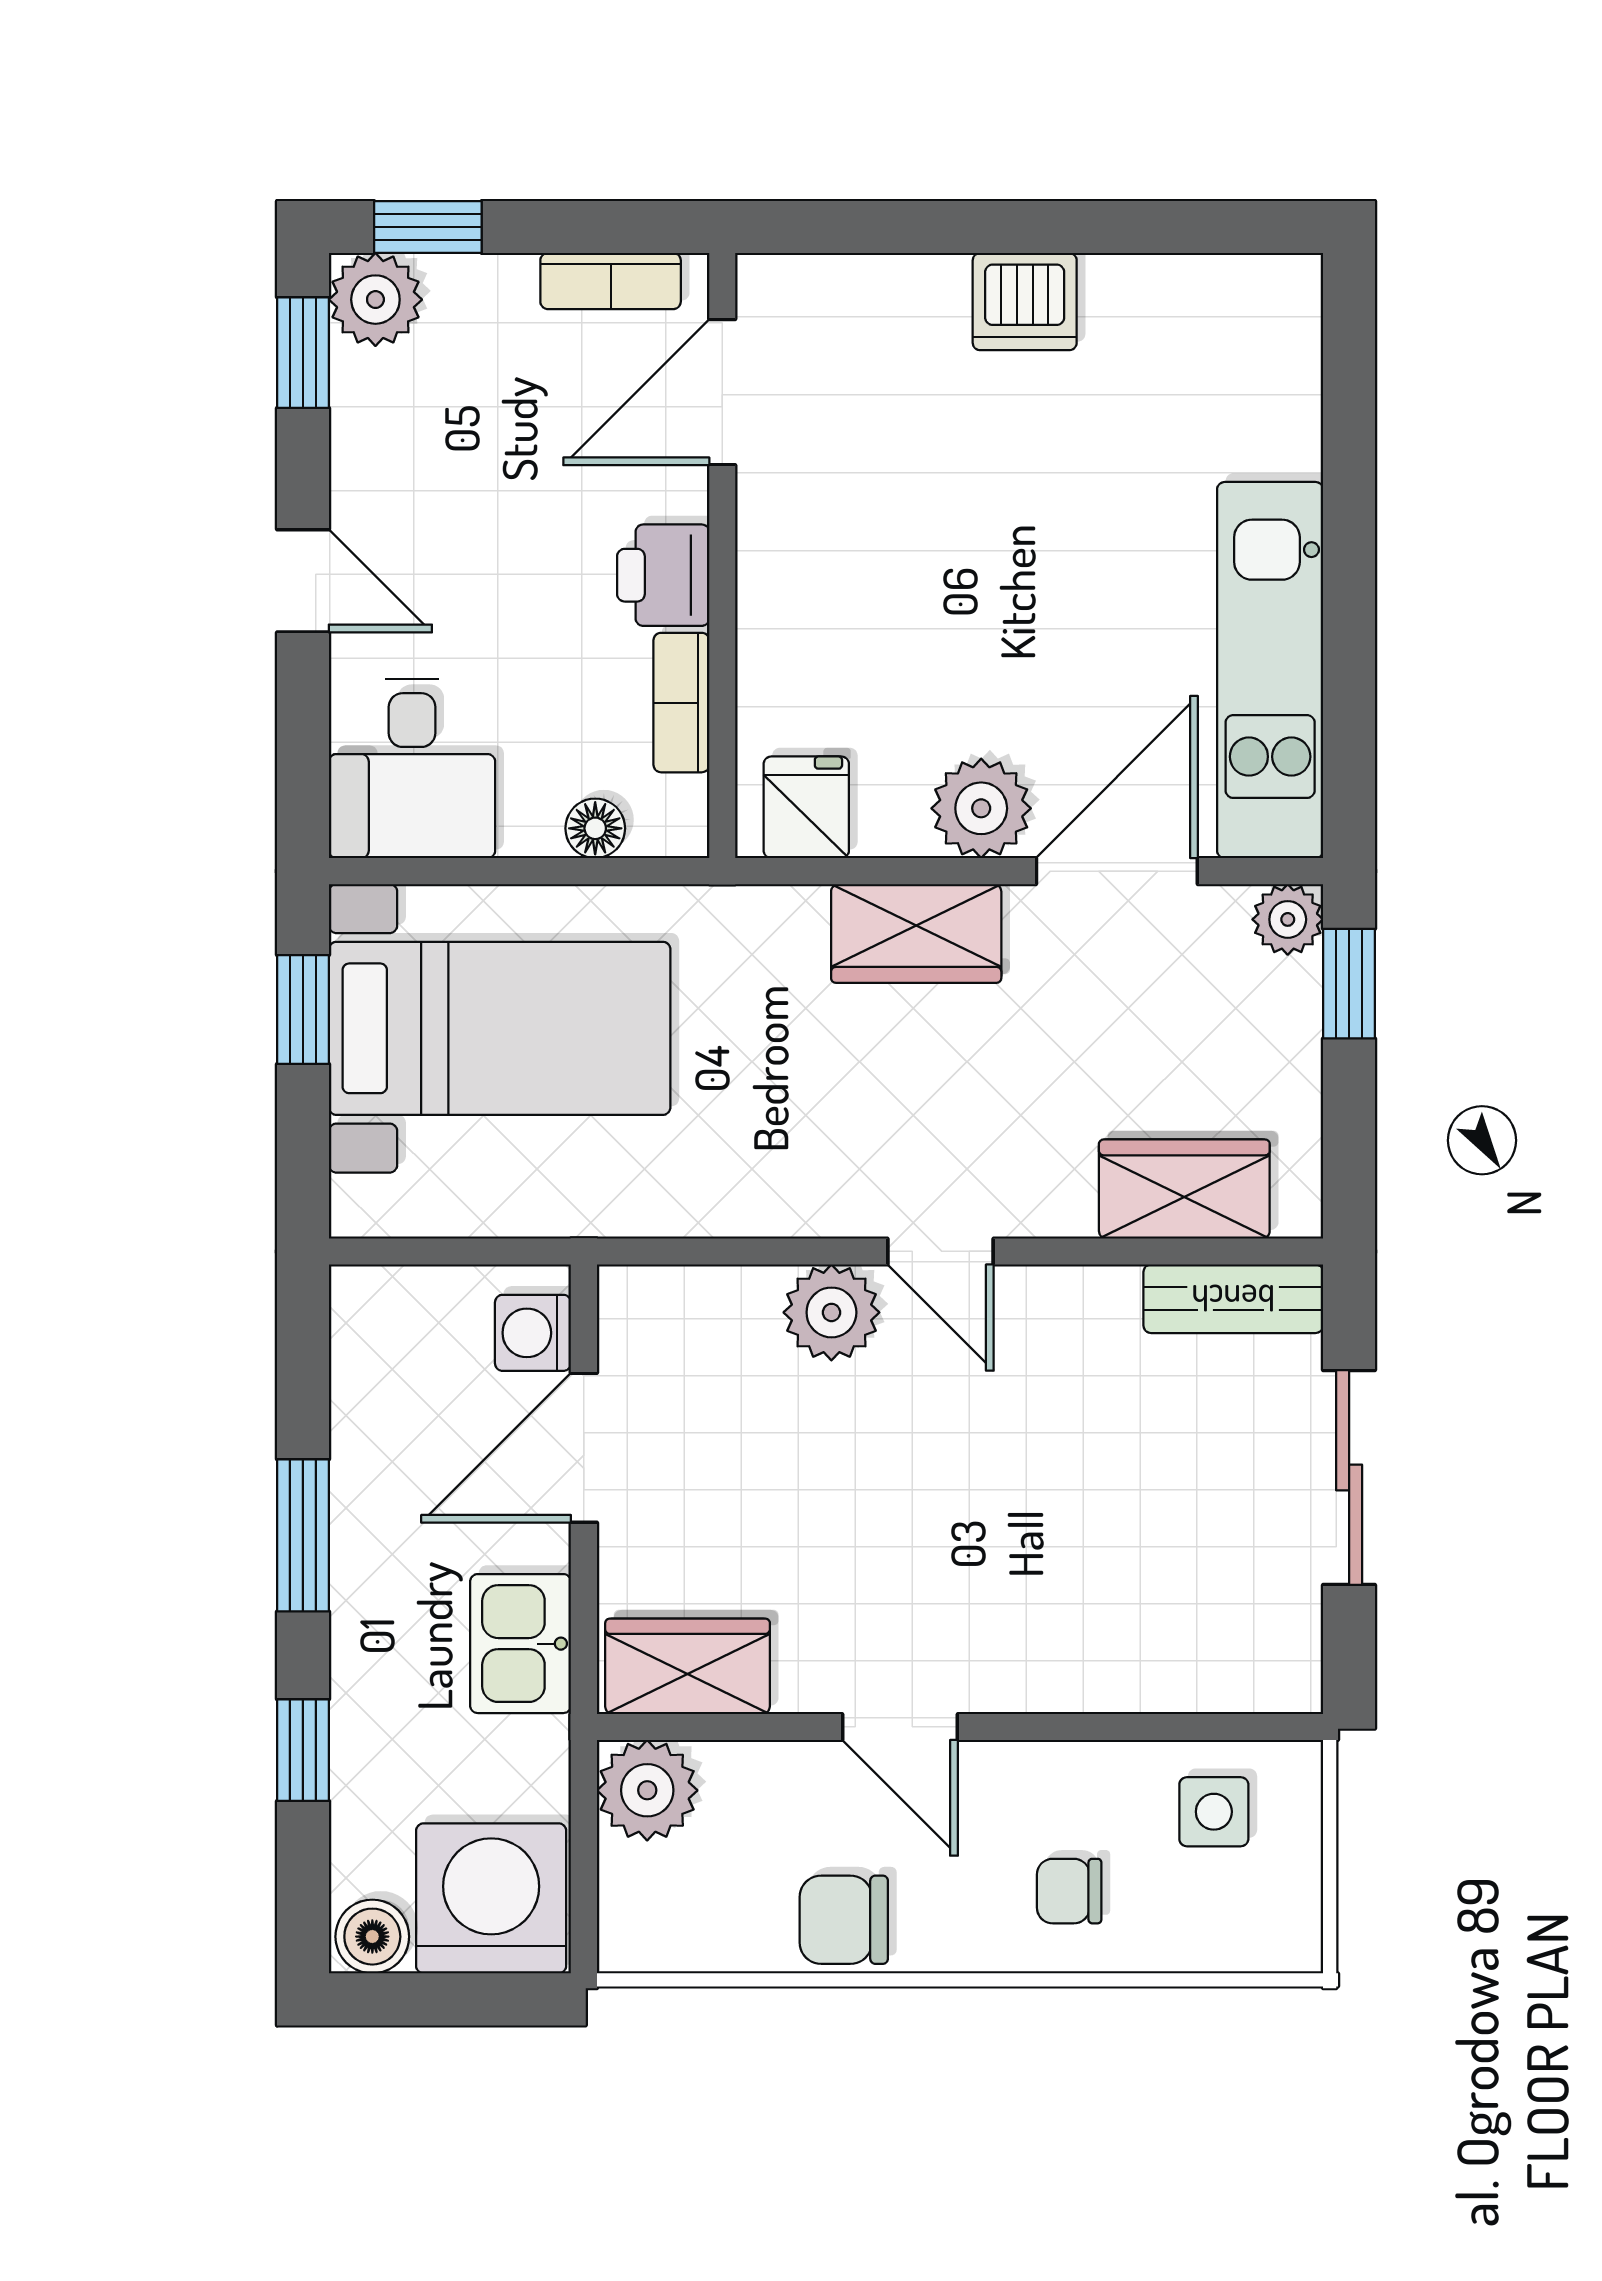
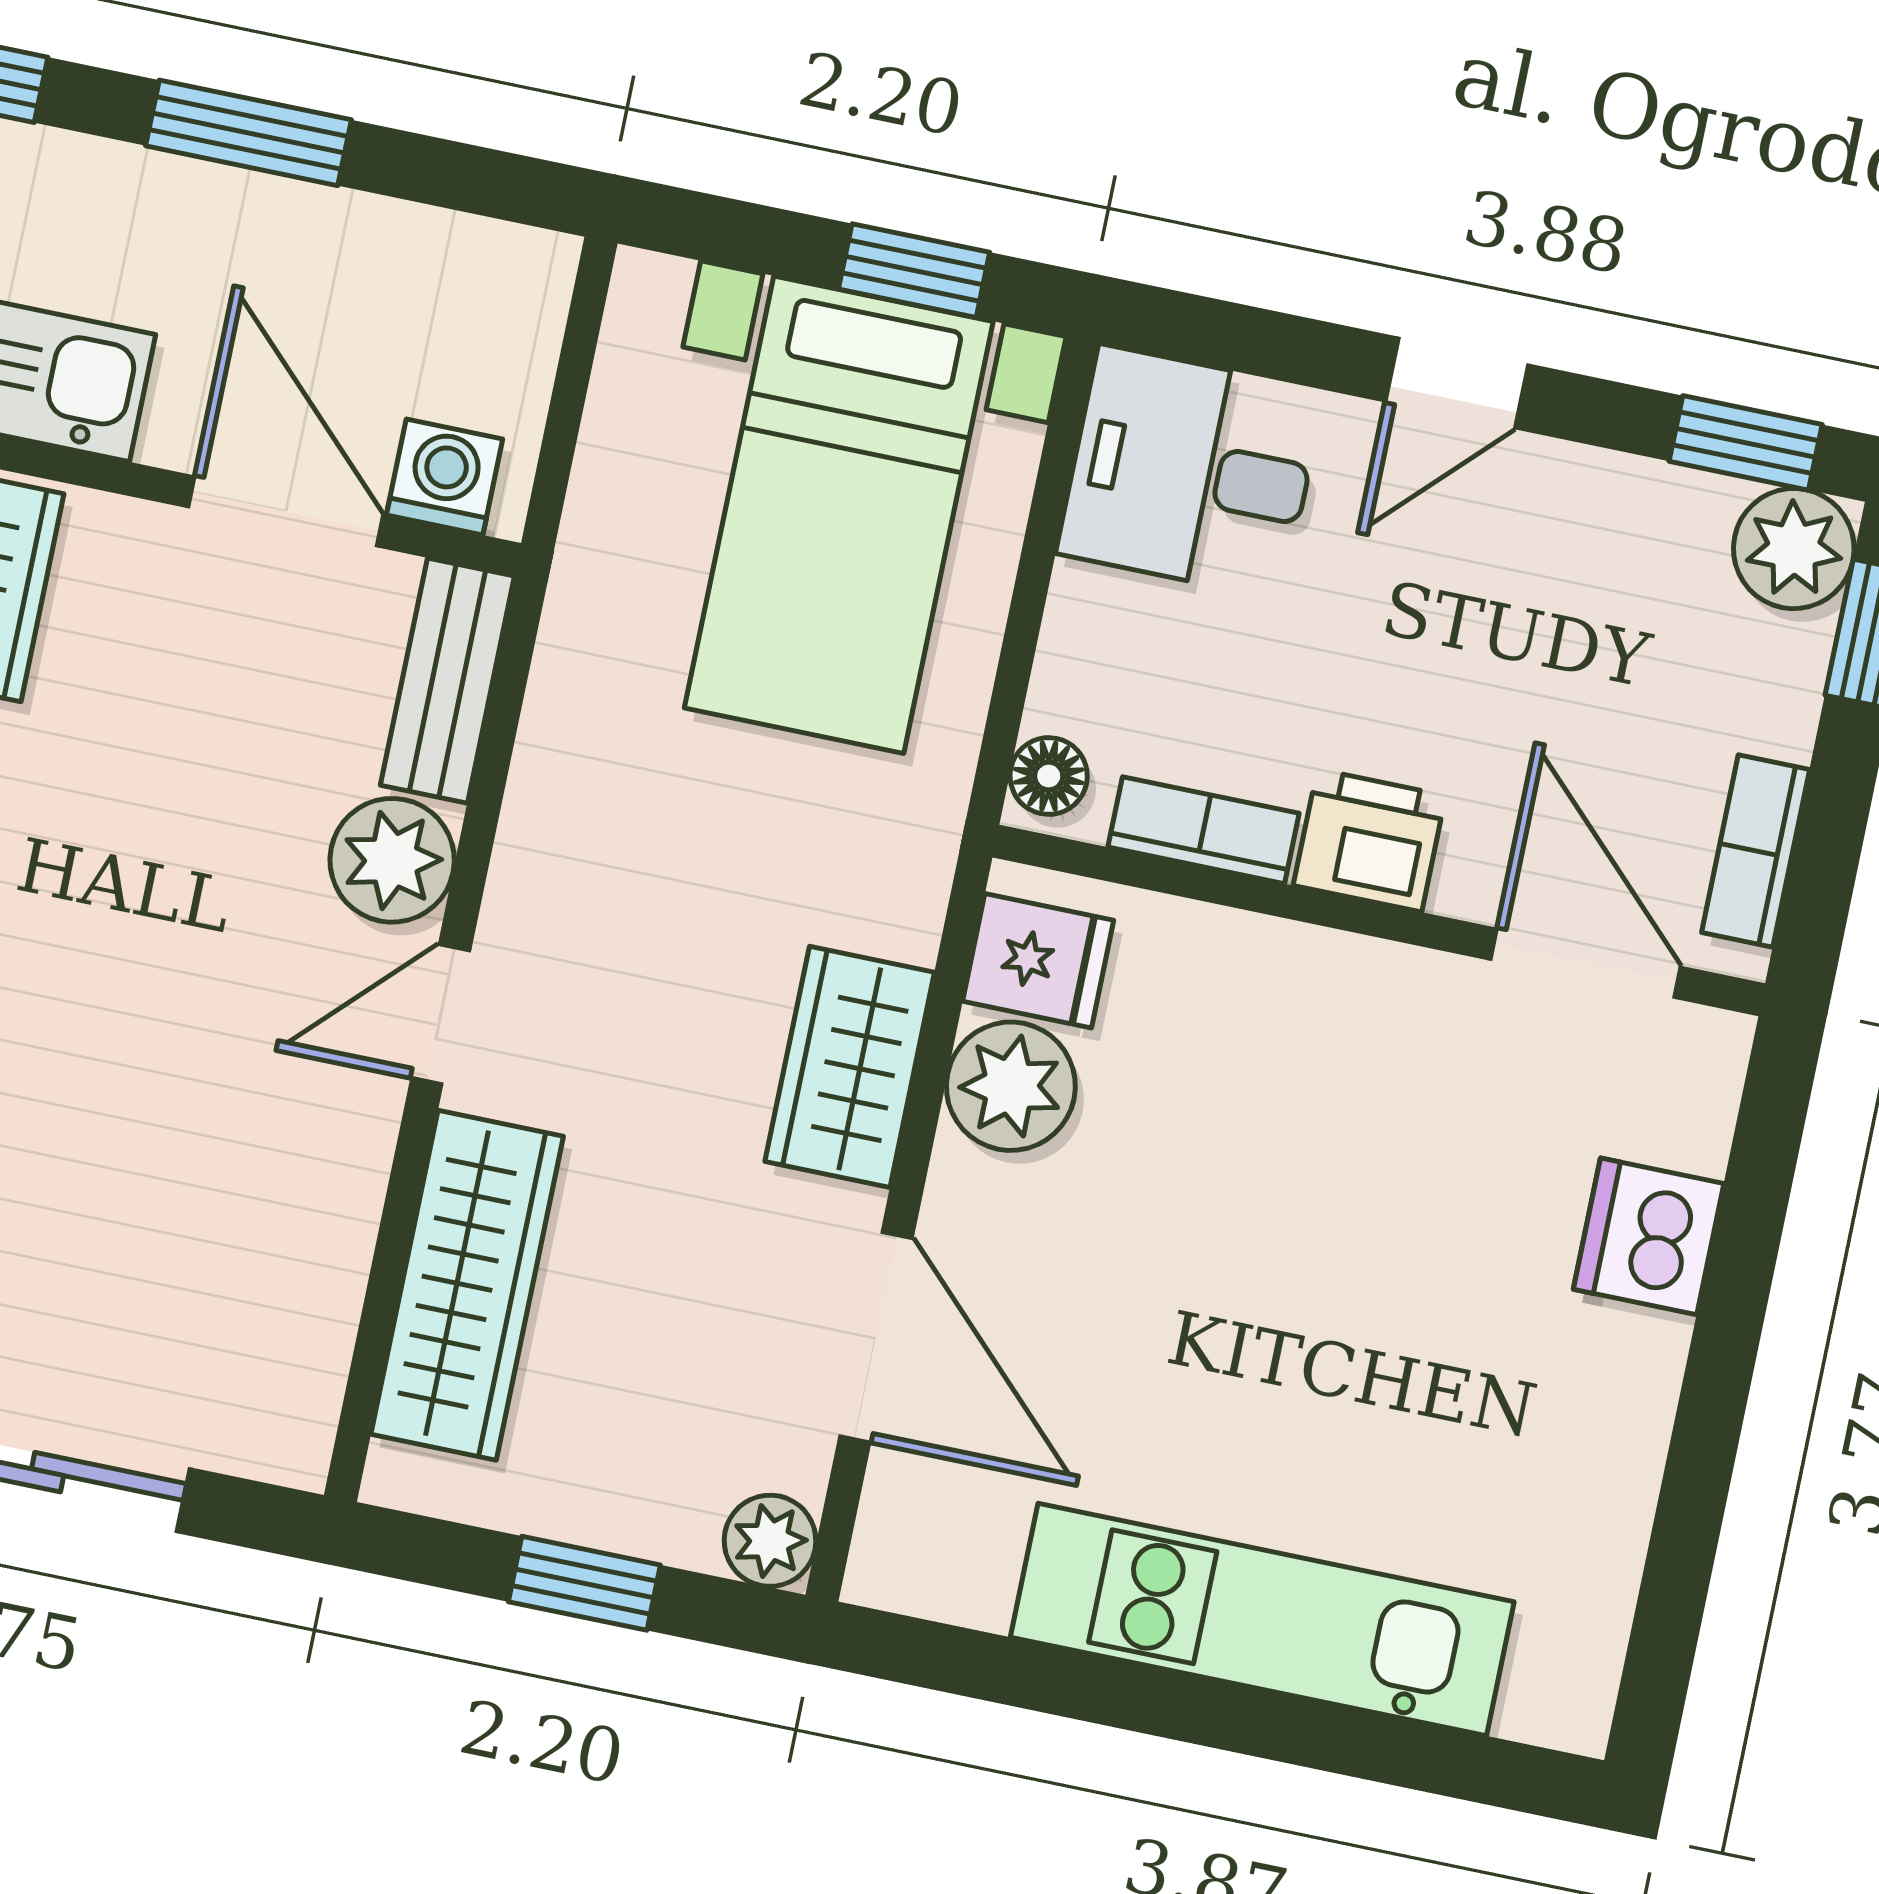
dishwasher: (1025, 302) -> (1649, 1236), moved
kitchen unit: (1270, 670) -> (1262, 1619), moved
plant: (981, 808) -> (1011, 1086), moved
floor lamp: (595, 828) -> (1049, 776), moved
window: (1349, 984) -> (584, 1583), moved
wardrobe: (1184, 1189) -> (467, 1285), width x1.50
bench: (1233, 1299) -> (447, 681), moved

